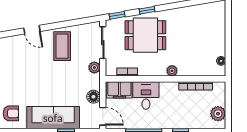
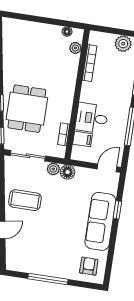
plant: (172, 71) -> (75, 48), moved
filing cabinet: (119, 90) -> (82, 139), width x0.50
floor lamp: (93, 97) -> (68, 172), moved

